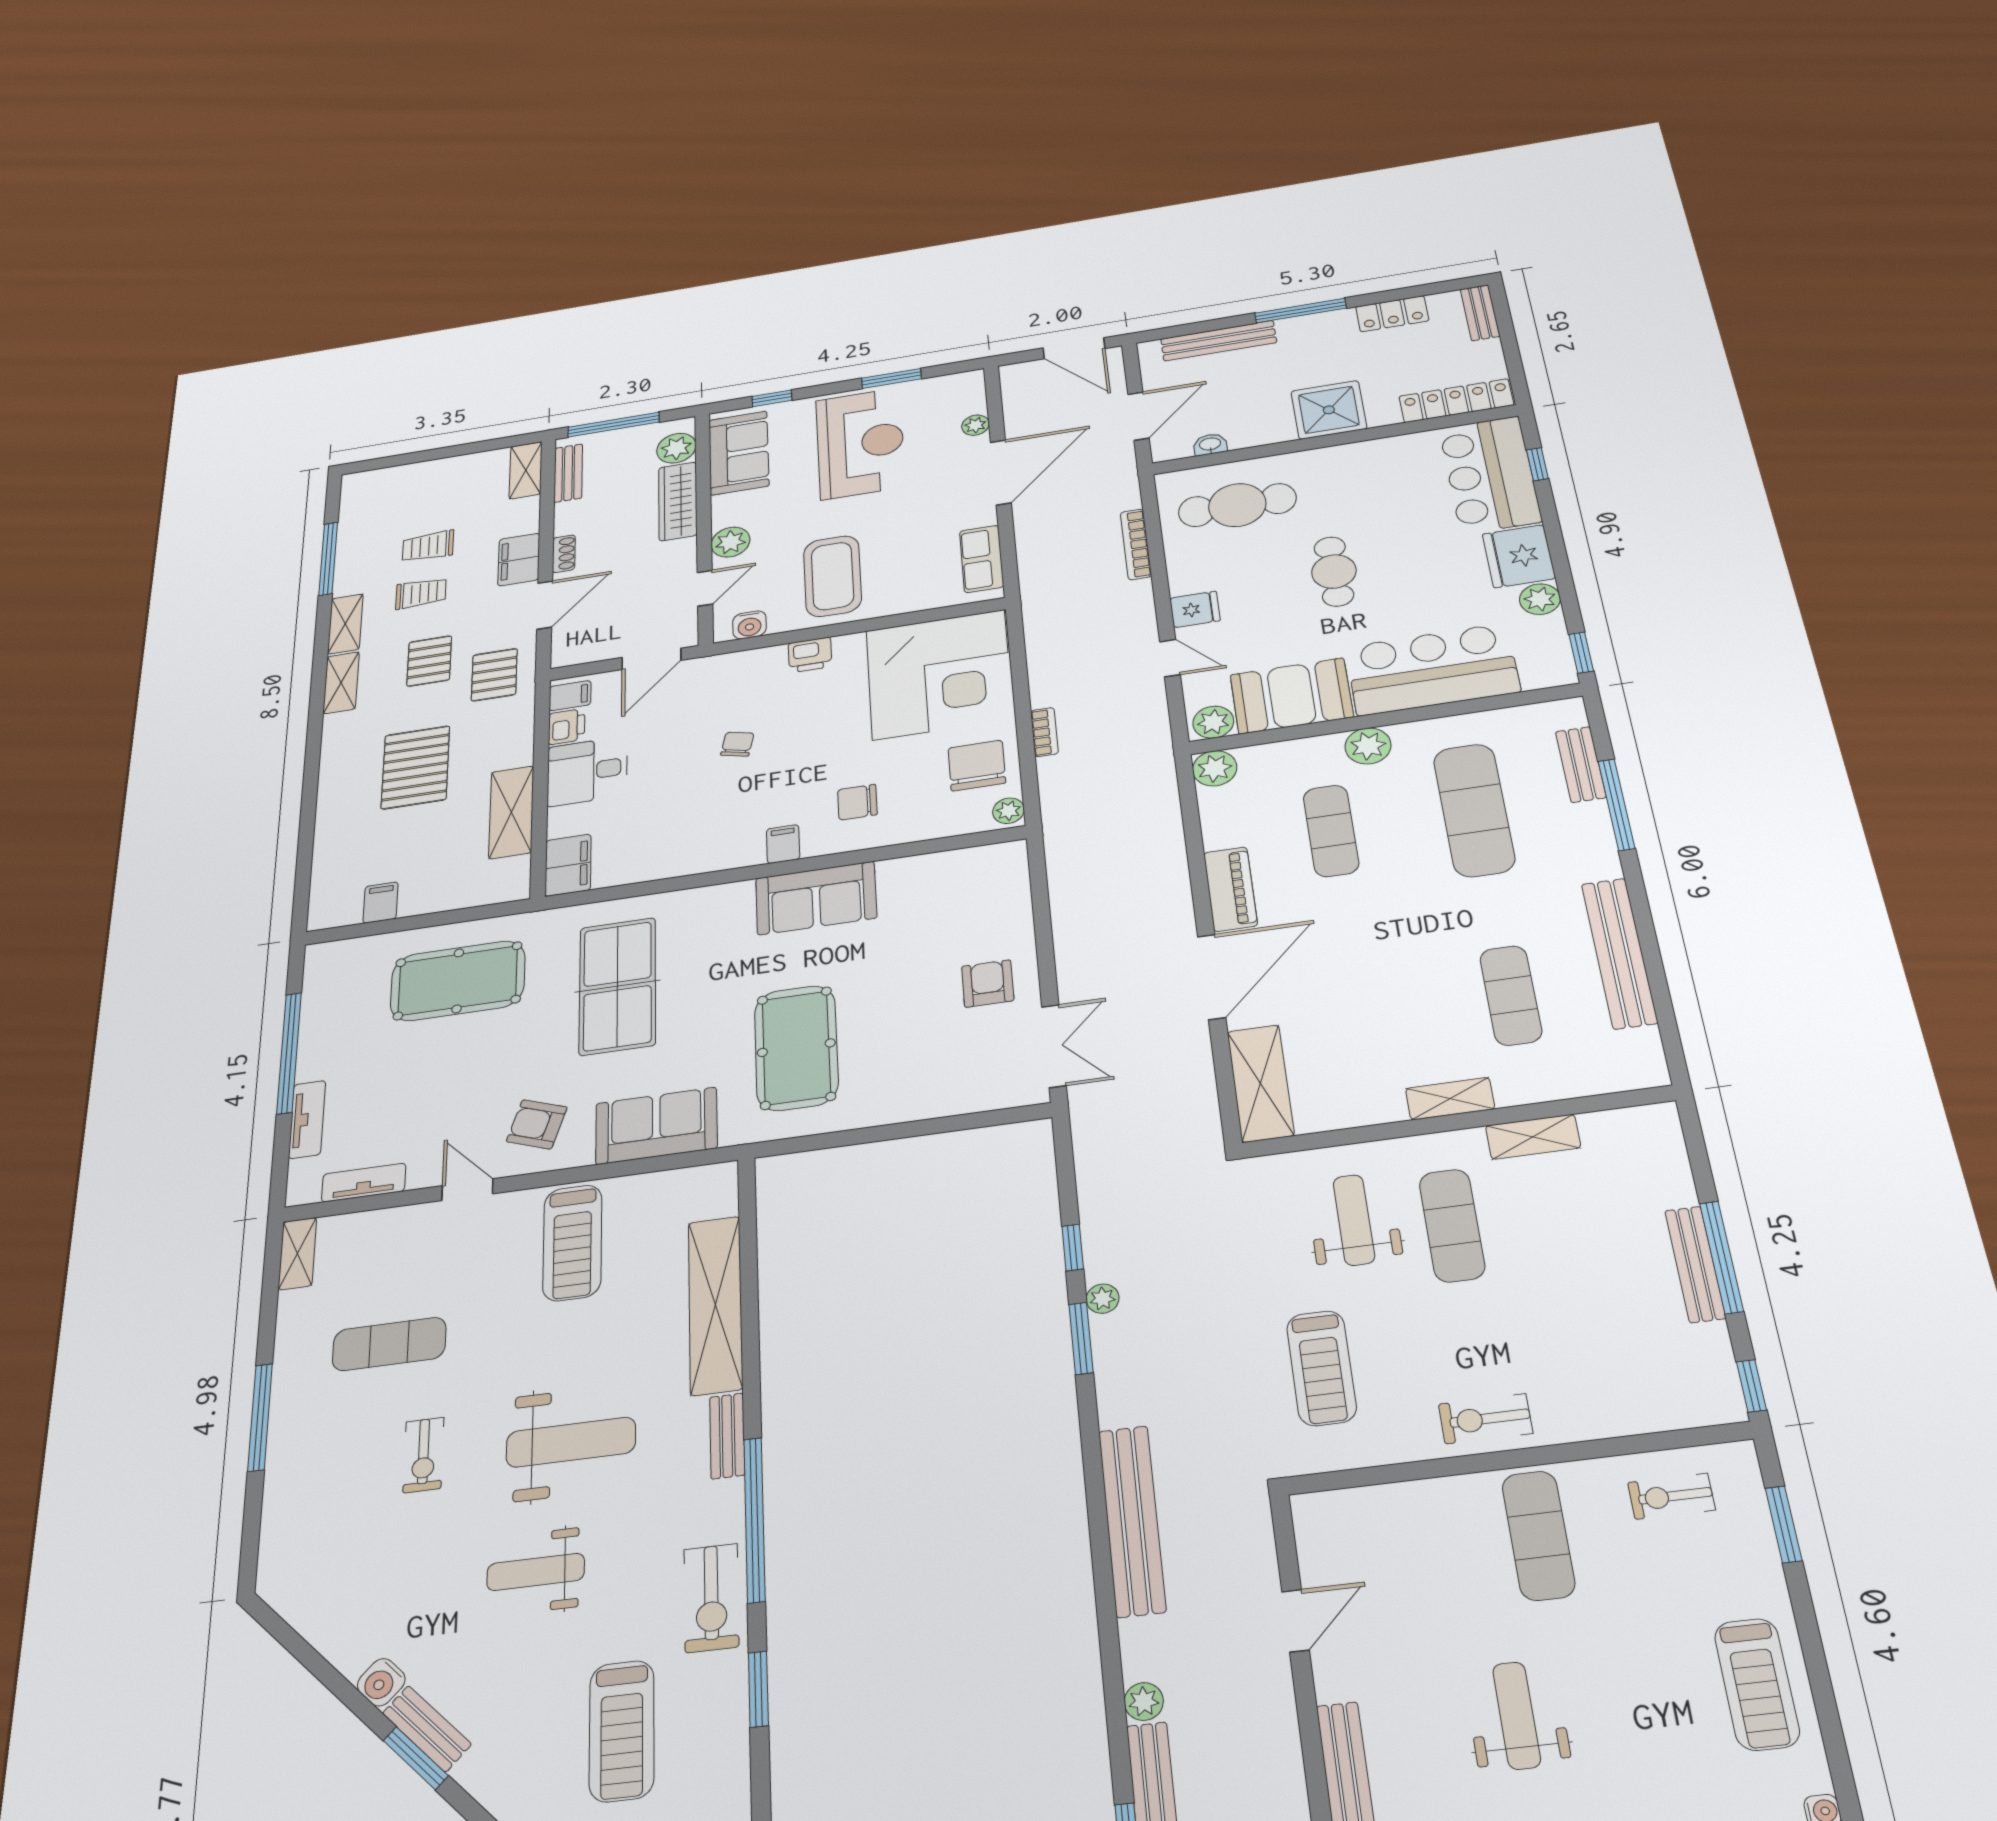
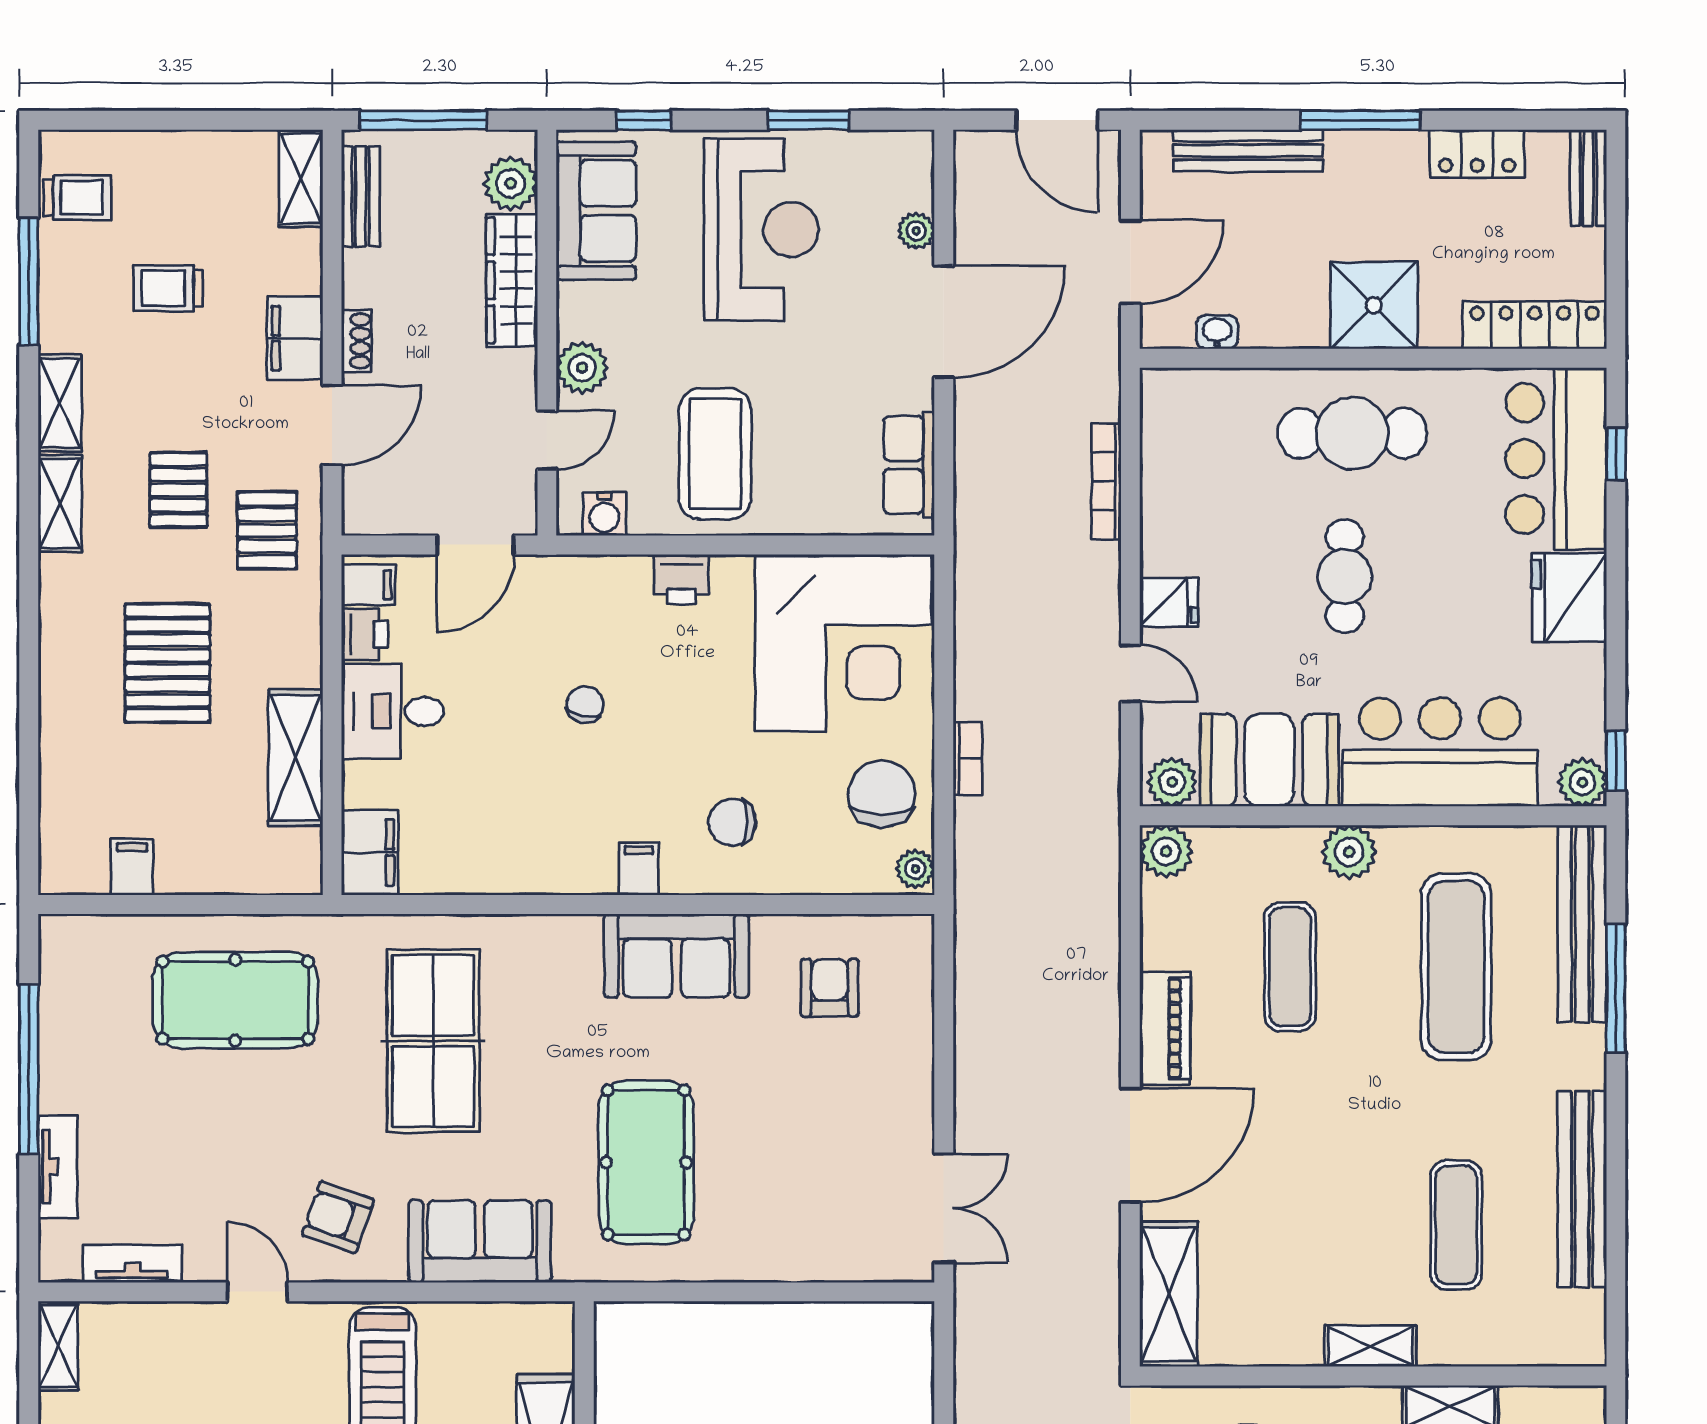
cafe table: (1237, 505) -> (1352, 433), moved
trolley: (421, 593) -> (77, 197), moved
plant: (1540, 599) -> (1582, 782), moved
bench: (1581, 764) -> (1582, 924), width x1.86, depth x1.21
armchair: (988, 983) -> (830, 988), moved

